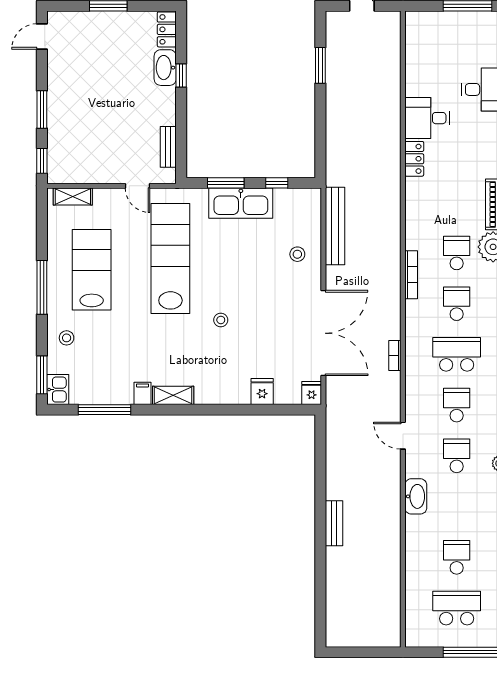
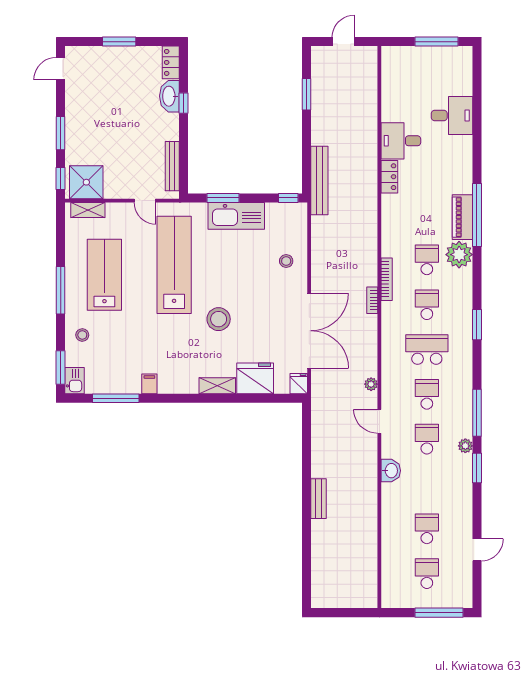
bench: (168, 147) -> (172, 166), width x1.36
shower: (71, 165) -> (86, 182), added
window: (277, 183) -> (288, 198), moved
bench: (335, 226) -> (319, 181), moved
stool: (221, 320) -> (219, 319), width x1.89, depth x1.89
bookcase: (395, 355) -> (372, 300), moved
fridge: (262, 392) -> (255, 378), width x1.88, depth x1.34
plant: (393, 394) -> (371, 384), added
shelving: (173, 395) -> (217, 386), moved
washbasin: (416, 496) -> (391, 471), width x0.72
school desk: (457, 608) -> (427, 574), width x0.54

